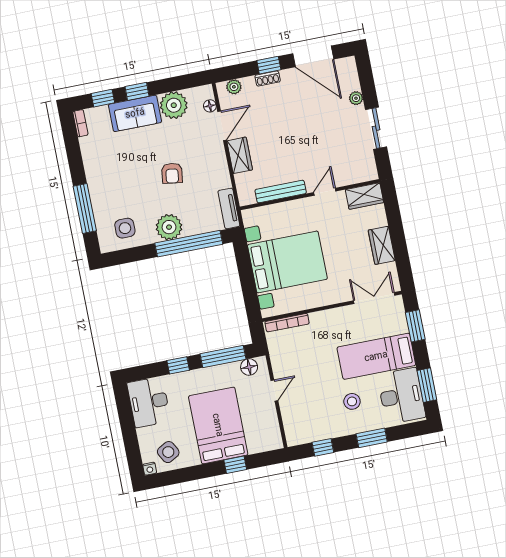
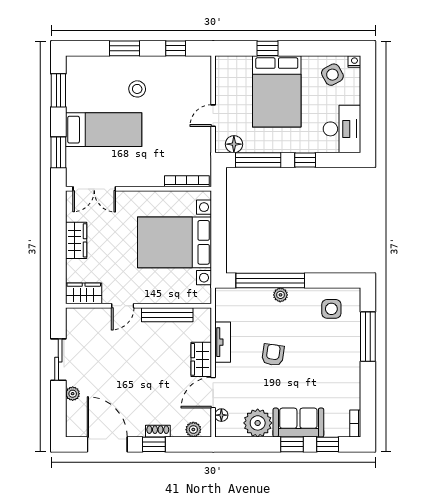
tv unit: (229, 208) -> (223, 342), moved
plant: (169, 227) -> (280, 295), width x0.53, depth x0.53
desk: (401, 396) -> (86, 85), removed

